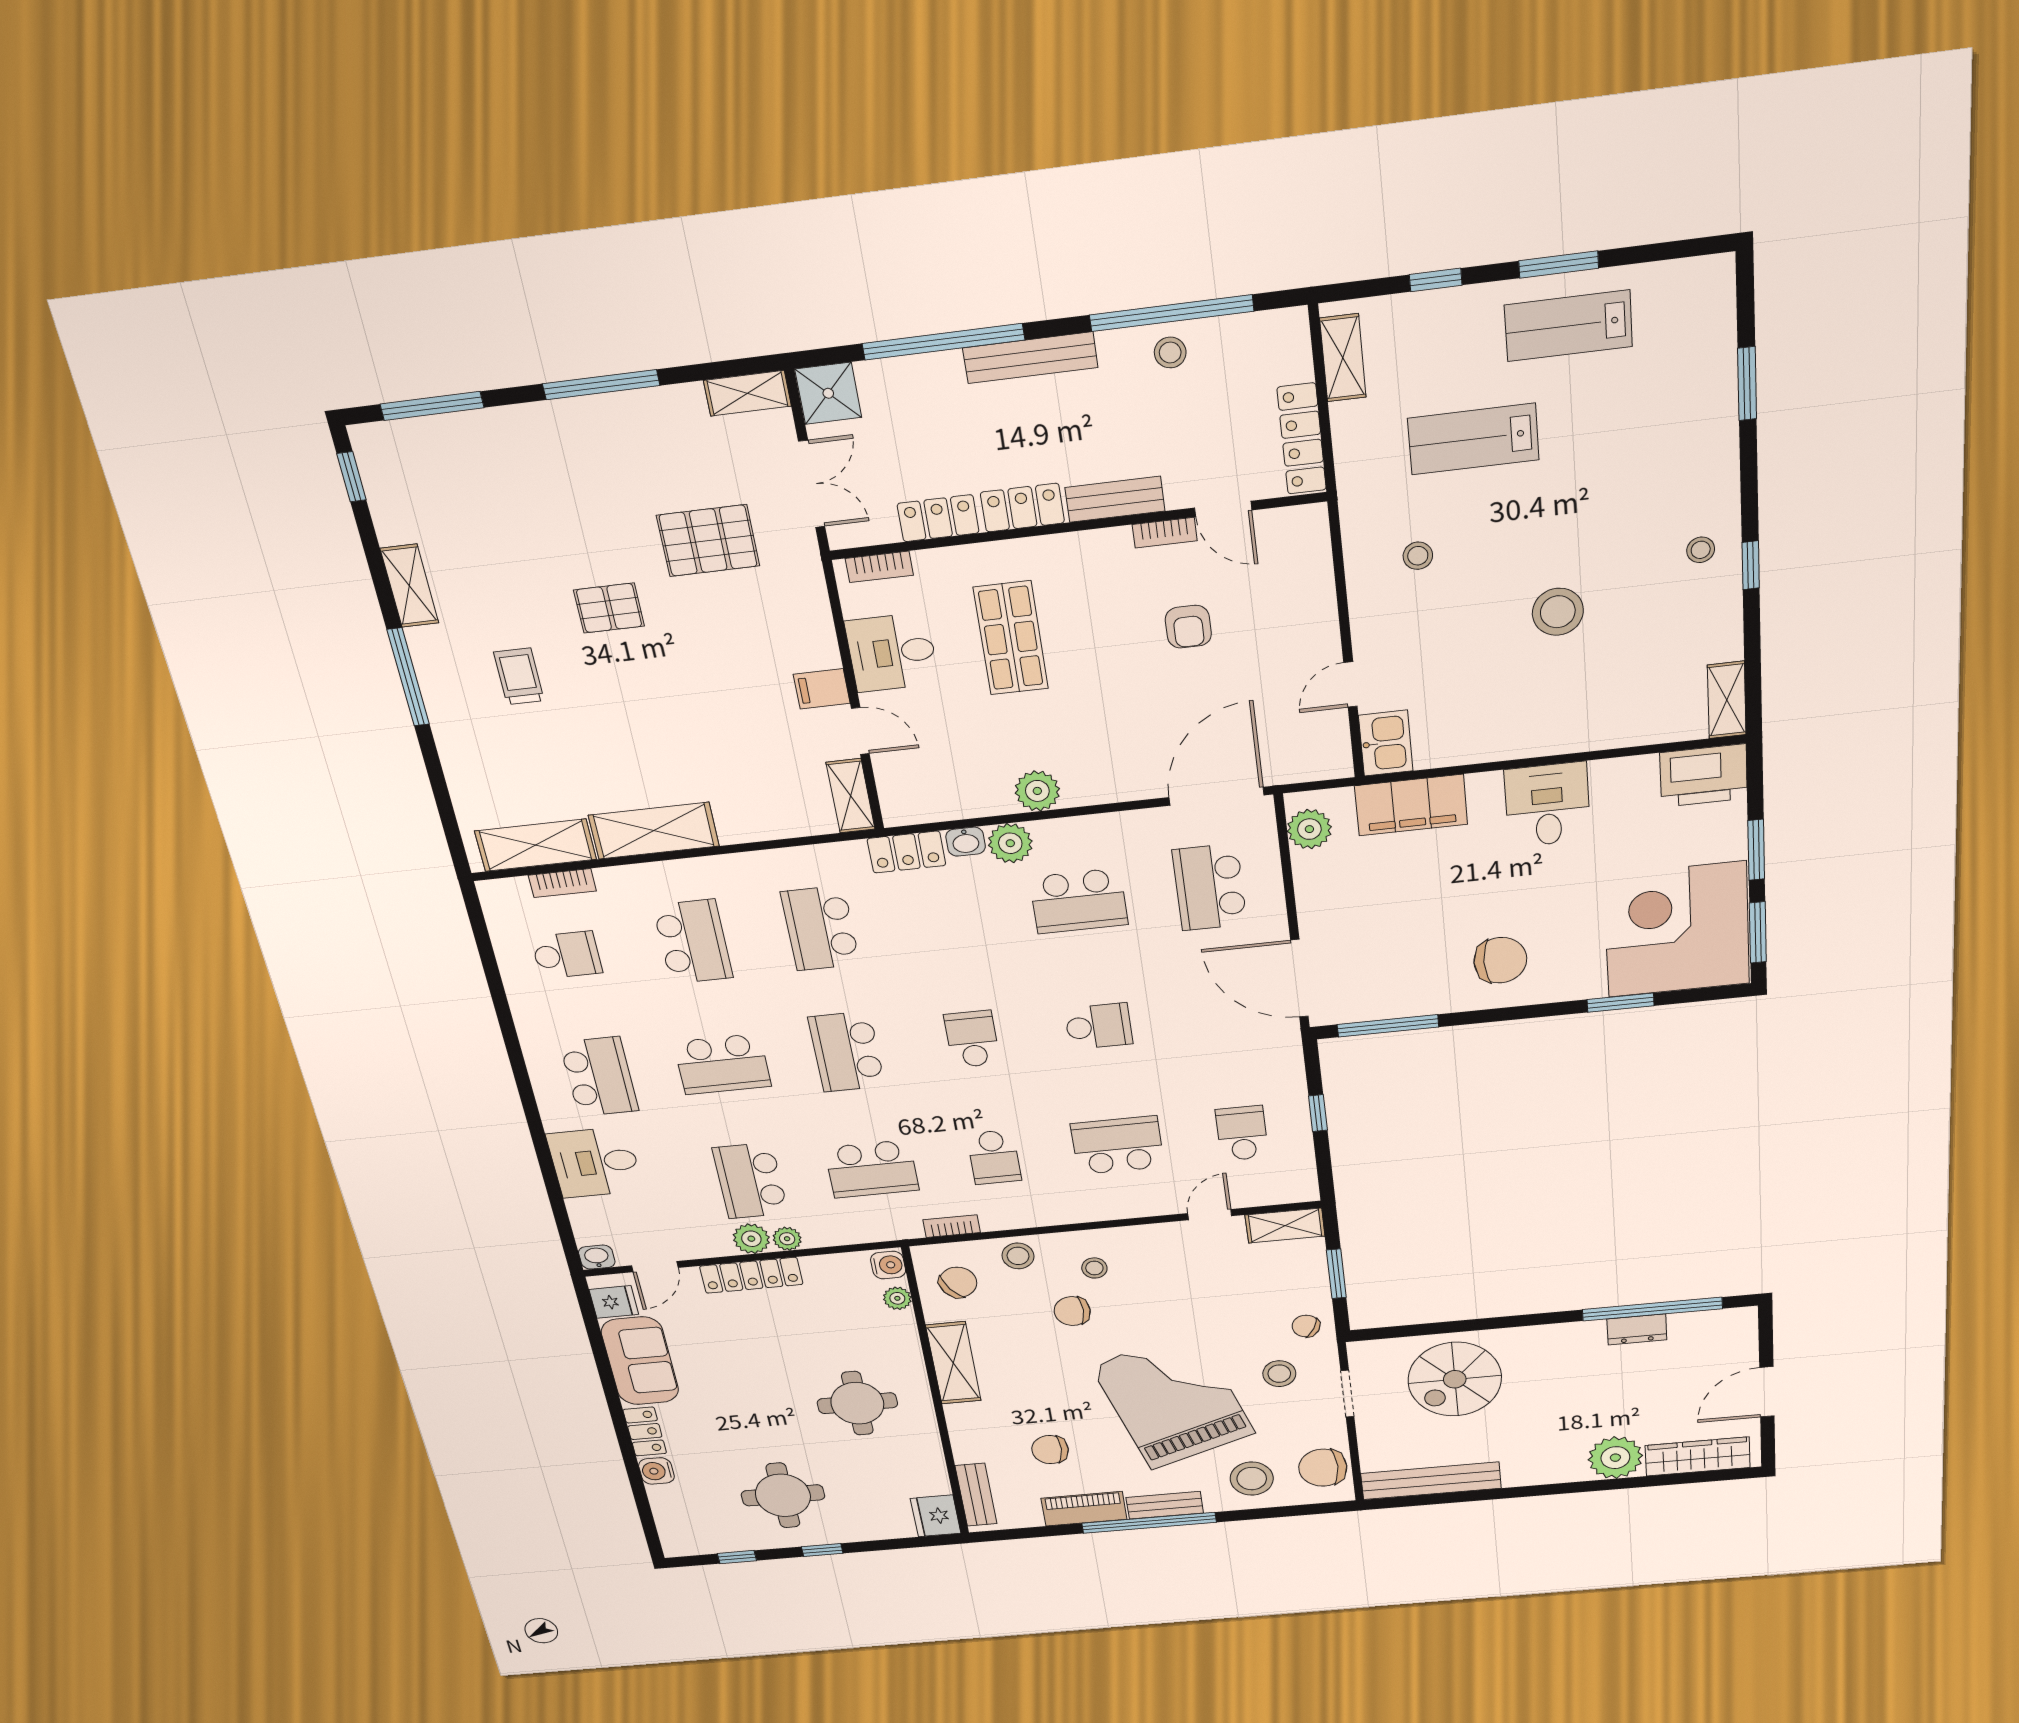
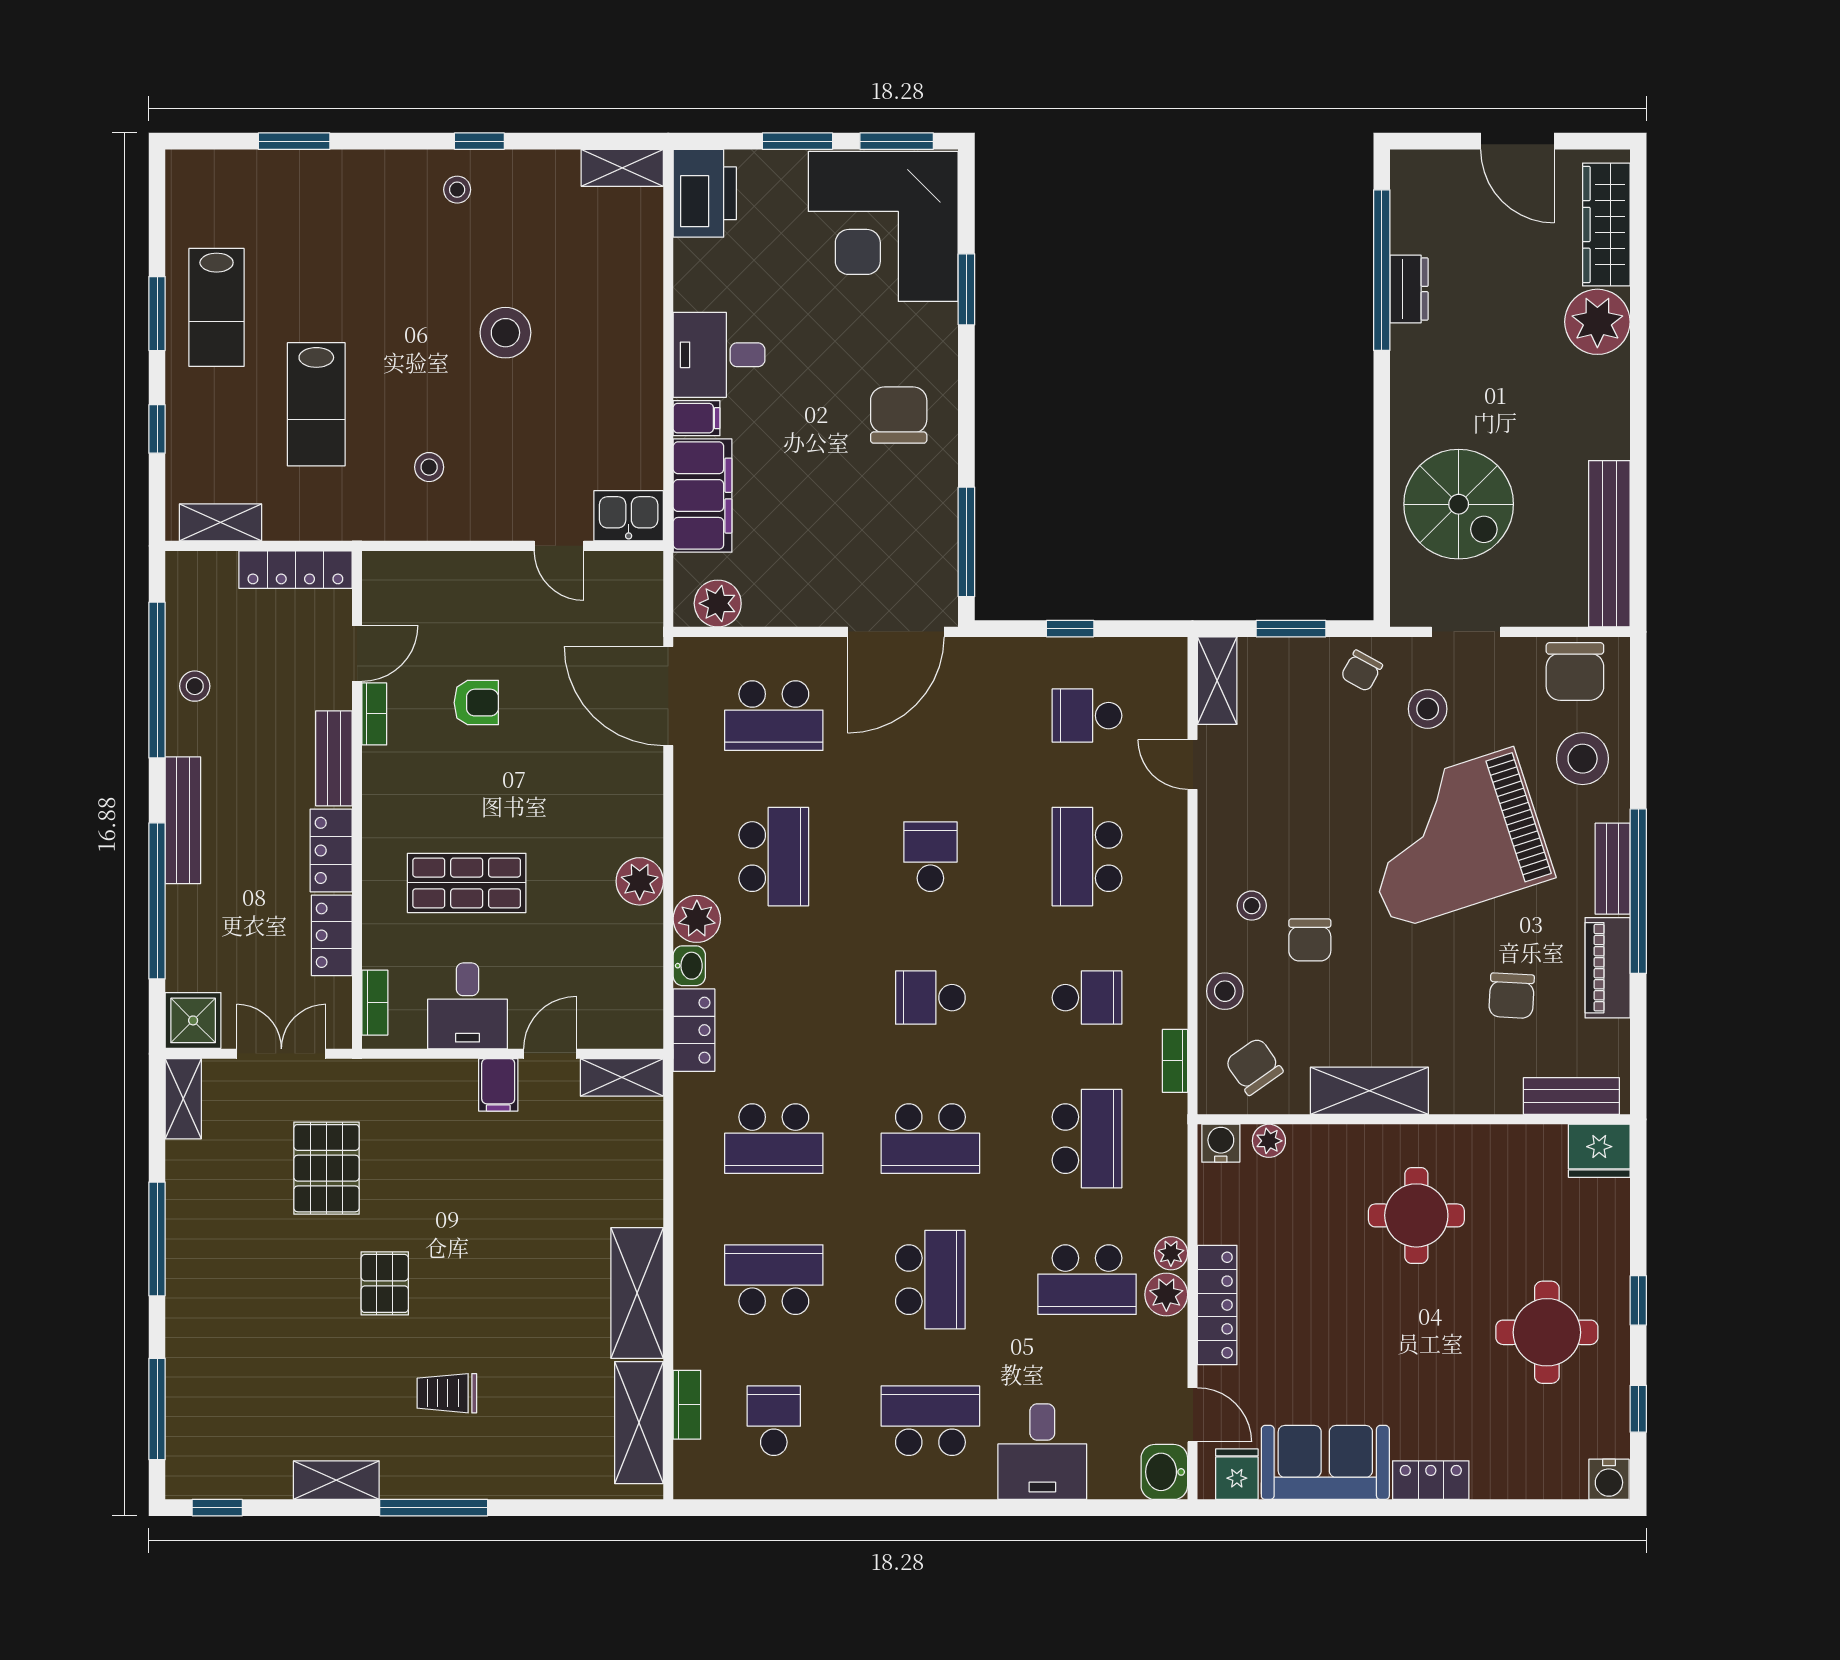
filing cabinet: (1485, 792) -> (697, 418), added
washbasin: (597, 1257) -> (1164, 1472), width x1.38, depth x1.45
water cooler: (656, 1471) -> (1609, 1479), moved

